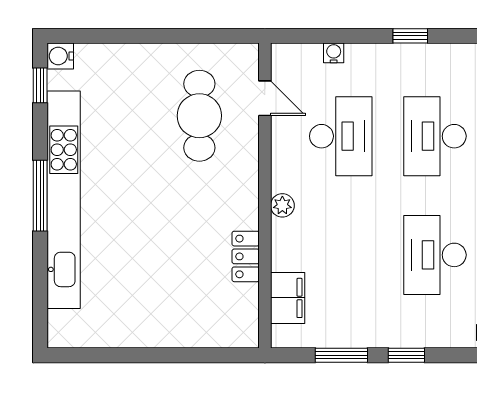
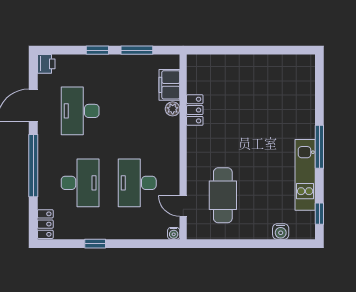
water cooler: (334, 53) -> (174, 233), moved
water cooler: (60, 56) -> (281, 231), moved, turned 90
kitchen unit: (64, 200) -> (305, 175), width x0.54
plant: (282, 205) -> (173, 109), moved
desk: (435, 255) -> (80, 111), turned 180

